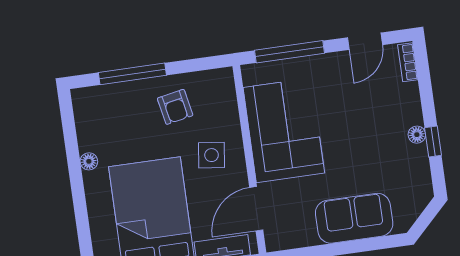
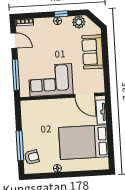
armchair: (175, 107) -> (32, 157), moved
side table: (212, 155) -> (59, 113), removed
plant: (418, 182) -> (79, 22), added

